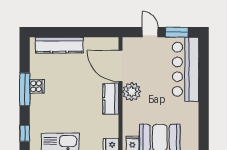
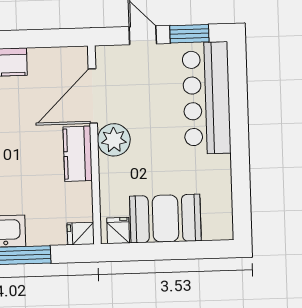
door: (120, 66) -> (93, 96), hinge flipped

